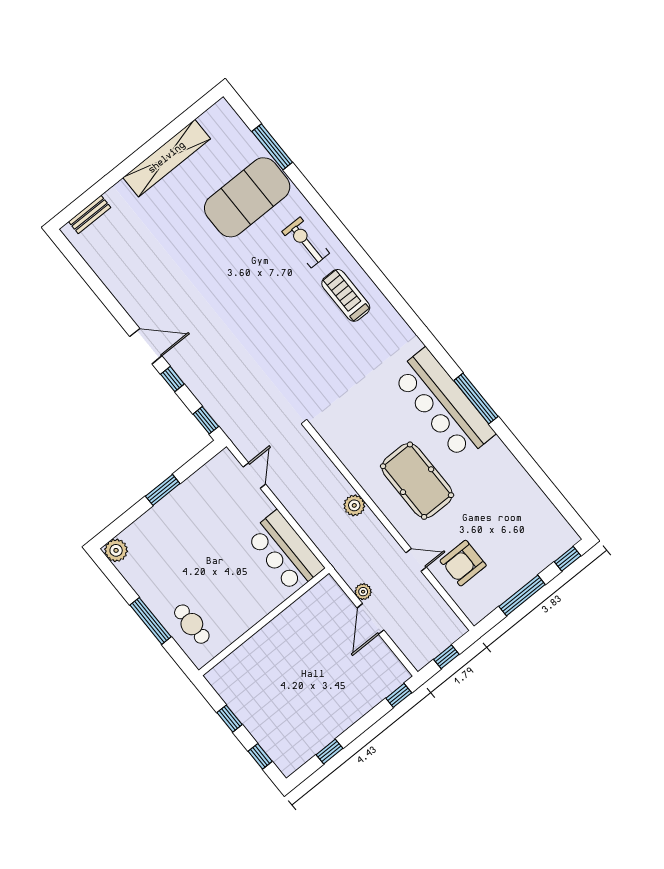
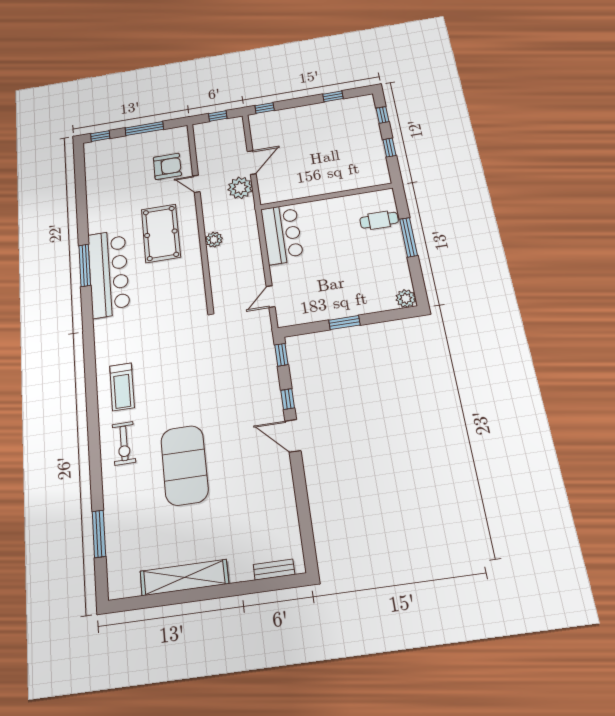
exercise mat: (247, 197) -> (184, 465), moved, turned 90
plant: (363, 592) -> (240, 188), width x1.88, depth x1.88
cafe table: (192, 624) -> (379, 220), turned 90

